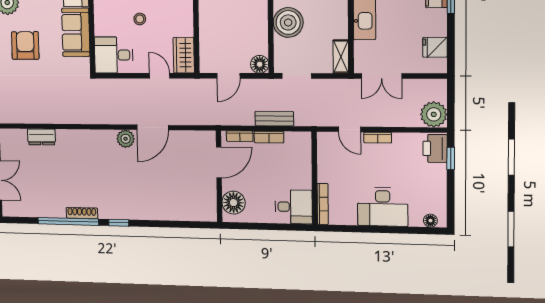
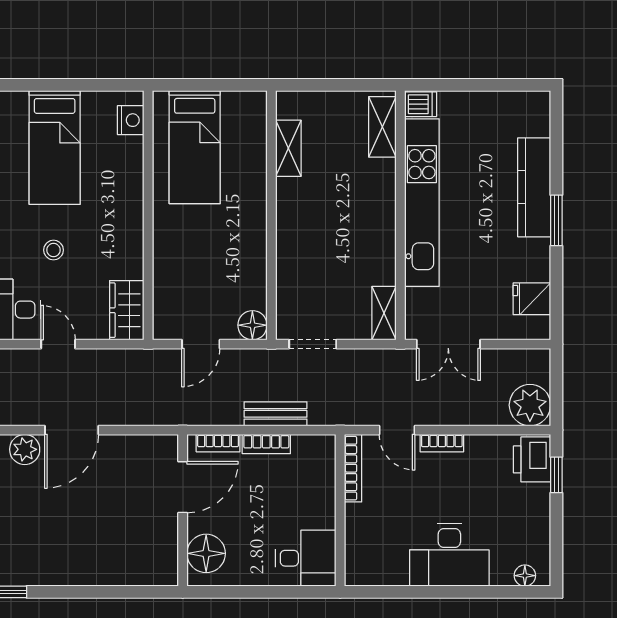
boiler: (288, 22) -> (300, 258), removed
door: (160, 76) -> (58, 344), moved
bookcase: (323, 204) -> (353, 468), moved

